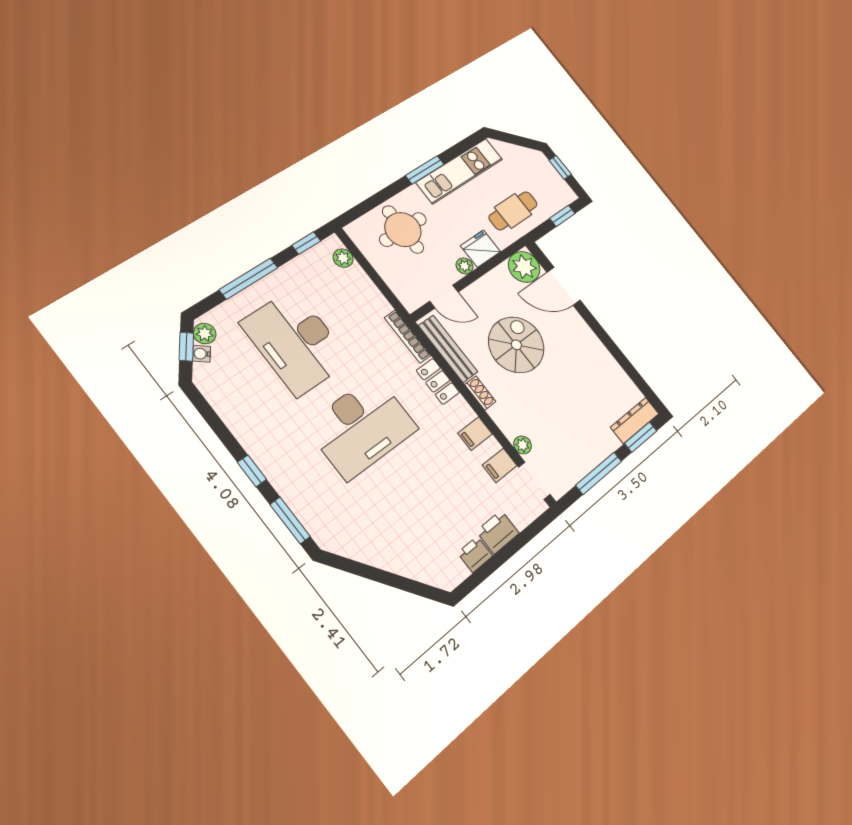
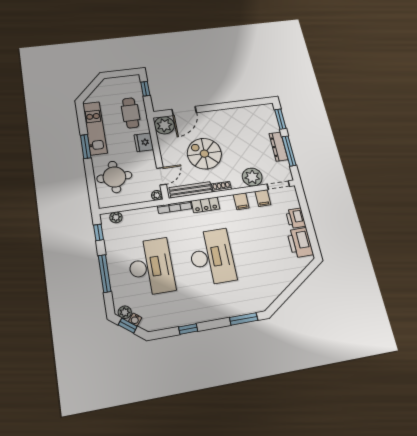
window: (560, 167) -> (118, 74), removed
plant: (465, 266) -> (157, 195), moved
desk: (296, 342) -> (151, 267), turned -90
dresser: (635, 420) -> (278, 147), moved
plant: (523, 445) -> (252, 177), width x1.88, depth x1.88
window: (252, 471) -> (188, 329), moved
printer: (475, 554) -> (300, 243), width x1.87, depth x1.48

